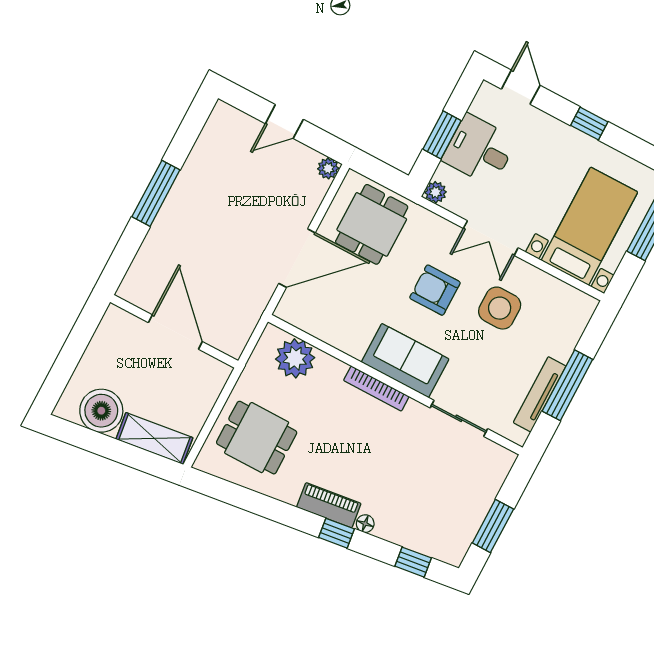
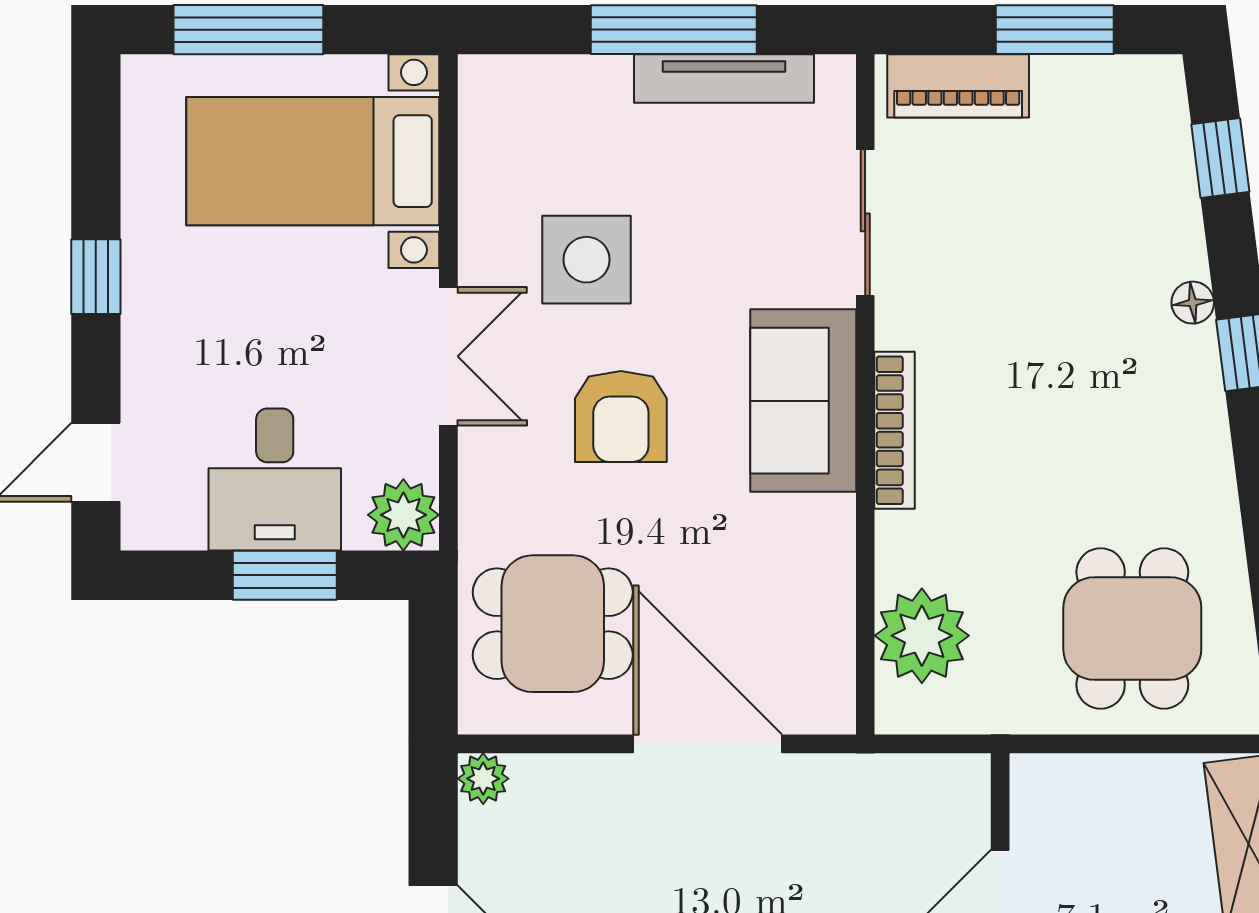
plant: (436, 192) -> (403, 515), width x1.38, depth x1.38
piano: (329, 505) -> (958, 86), moved, turned -83

